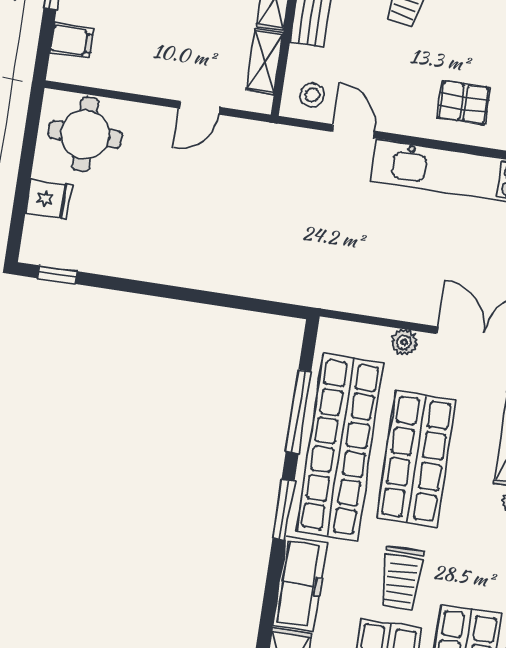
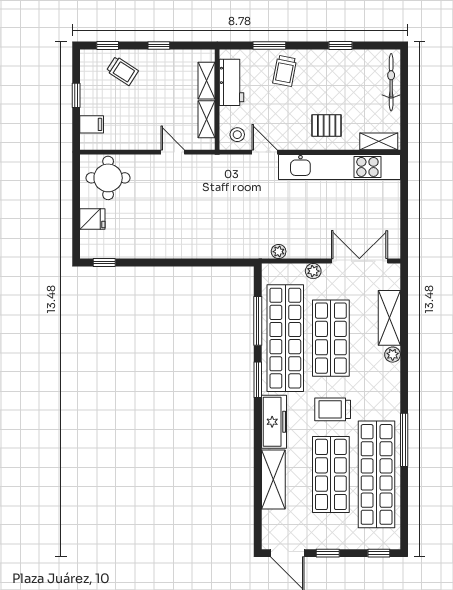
door: (200, 108) -> (173, 152), swing flipped
plant: (351, 301) -> (279, 252), added
trolley: (401, 578) -> (333, 409), turned 90

